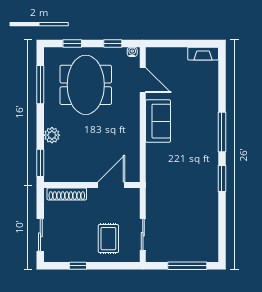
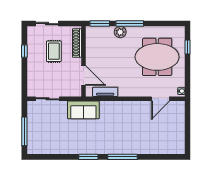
window: (113, 43) -> (188, 77), removed
fireplace: (203, 54) -> (180, 143), removed
window: (40, 85) -> (130, 24), moved
sofa: (158, 121) -> (83, 110), moved
tv unit: (133, 156) -> (105, 92), added
rug: (108, 239) -> (54, 51), moved, turned 90

